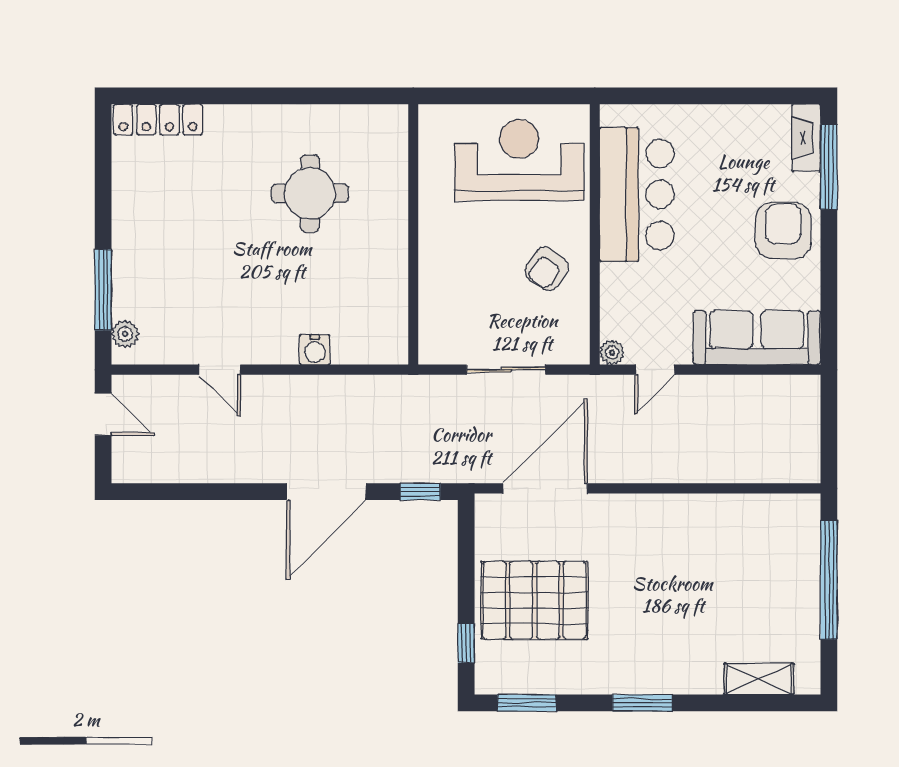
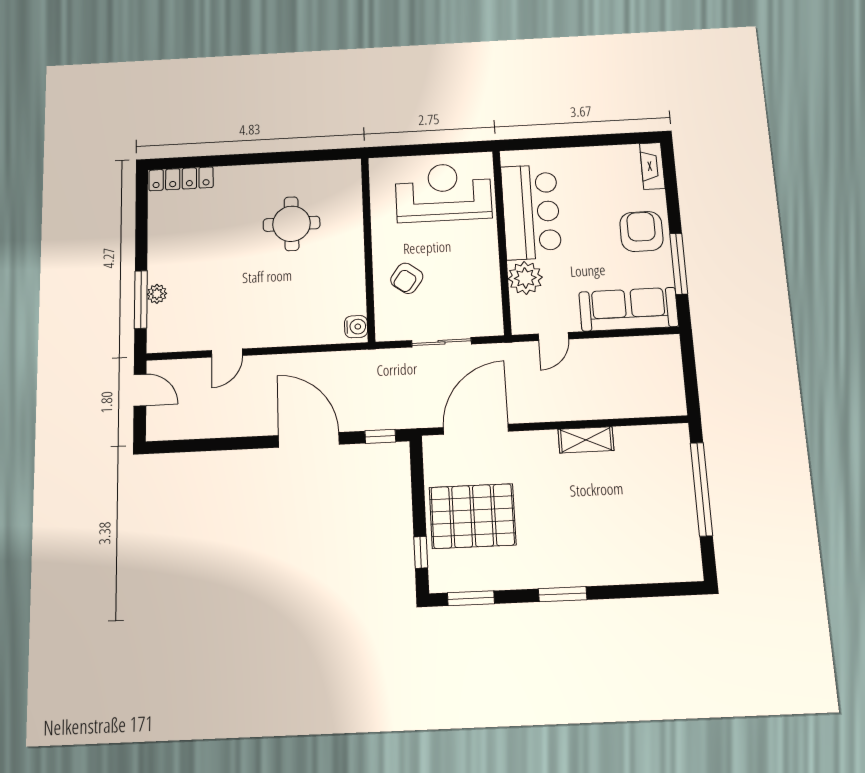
window: (829, 167) -> (679, 264), moved
armchair: (547, 269) -> (407, 278), moved
plant: (125, 334) -> (157, 294), moved
water cooler: (315, 350) -> (356, 327), moved, turned -90
plant: (612, 352) -> (525, 278), moved, width x1.87, depth x1.87
door: (220, 370) -> (227, 353), hinge flipped
door: (326, 492) -> (309, 440), swing flipped
shelving: (759, 679) -> (586, 440), moved

